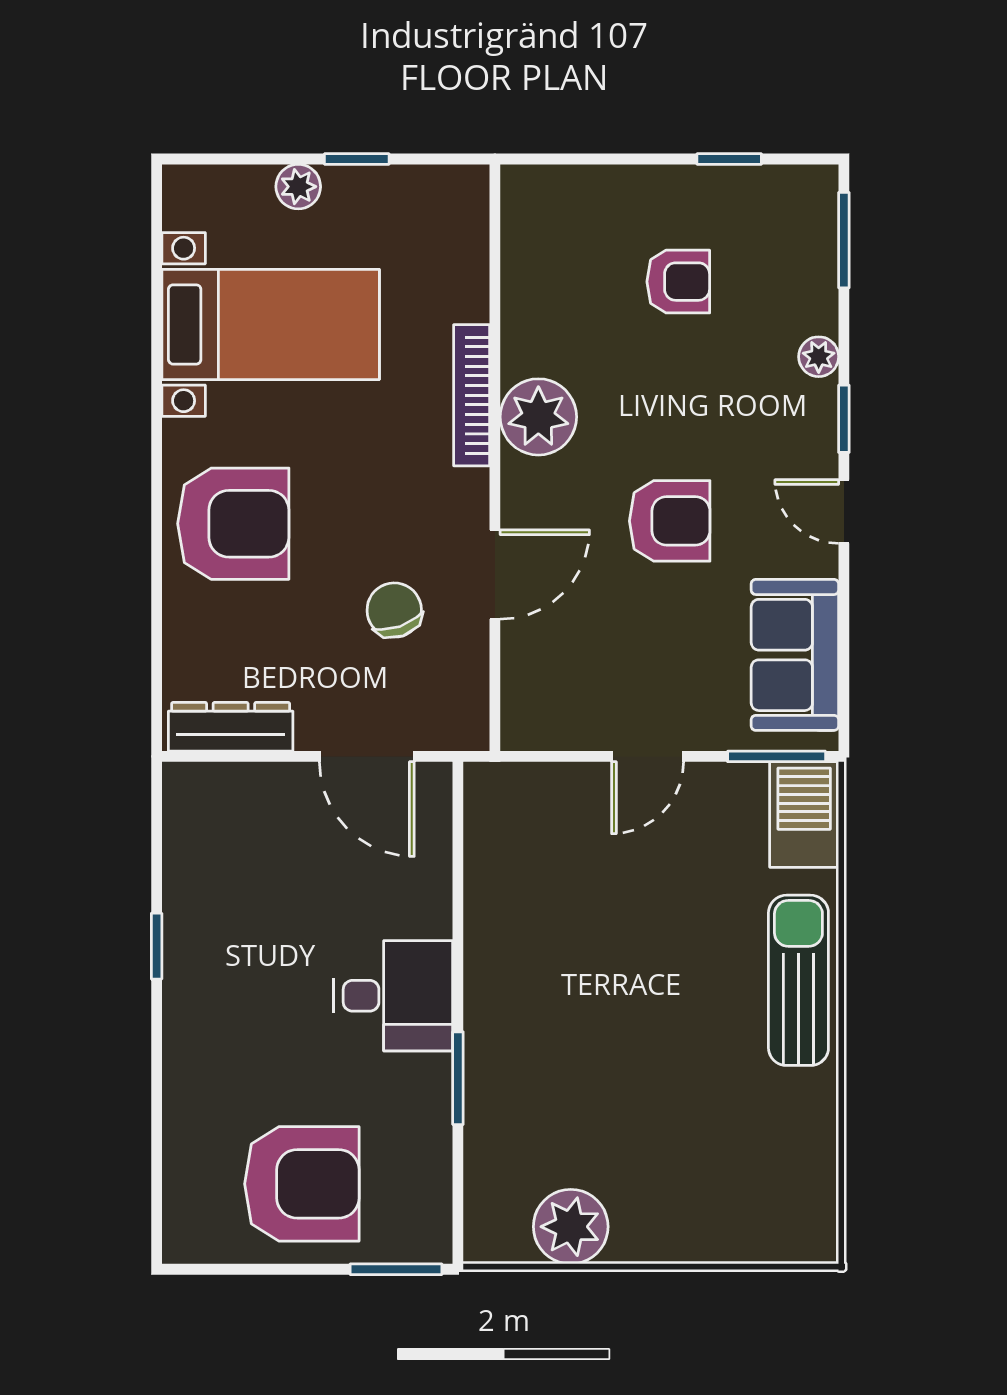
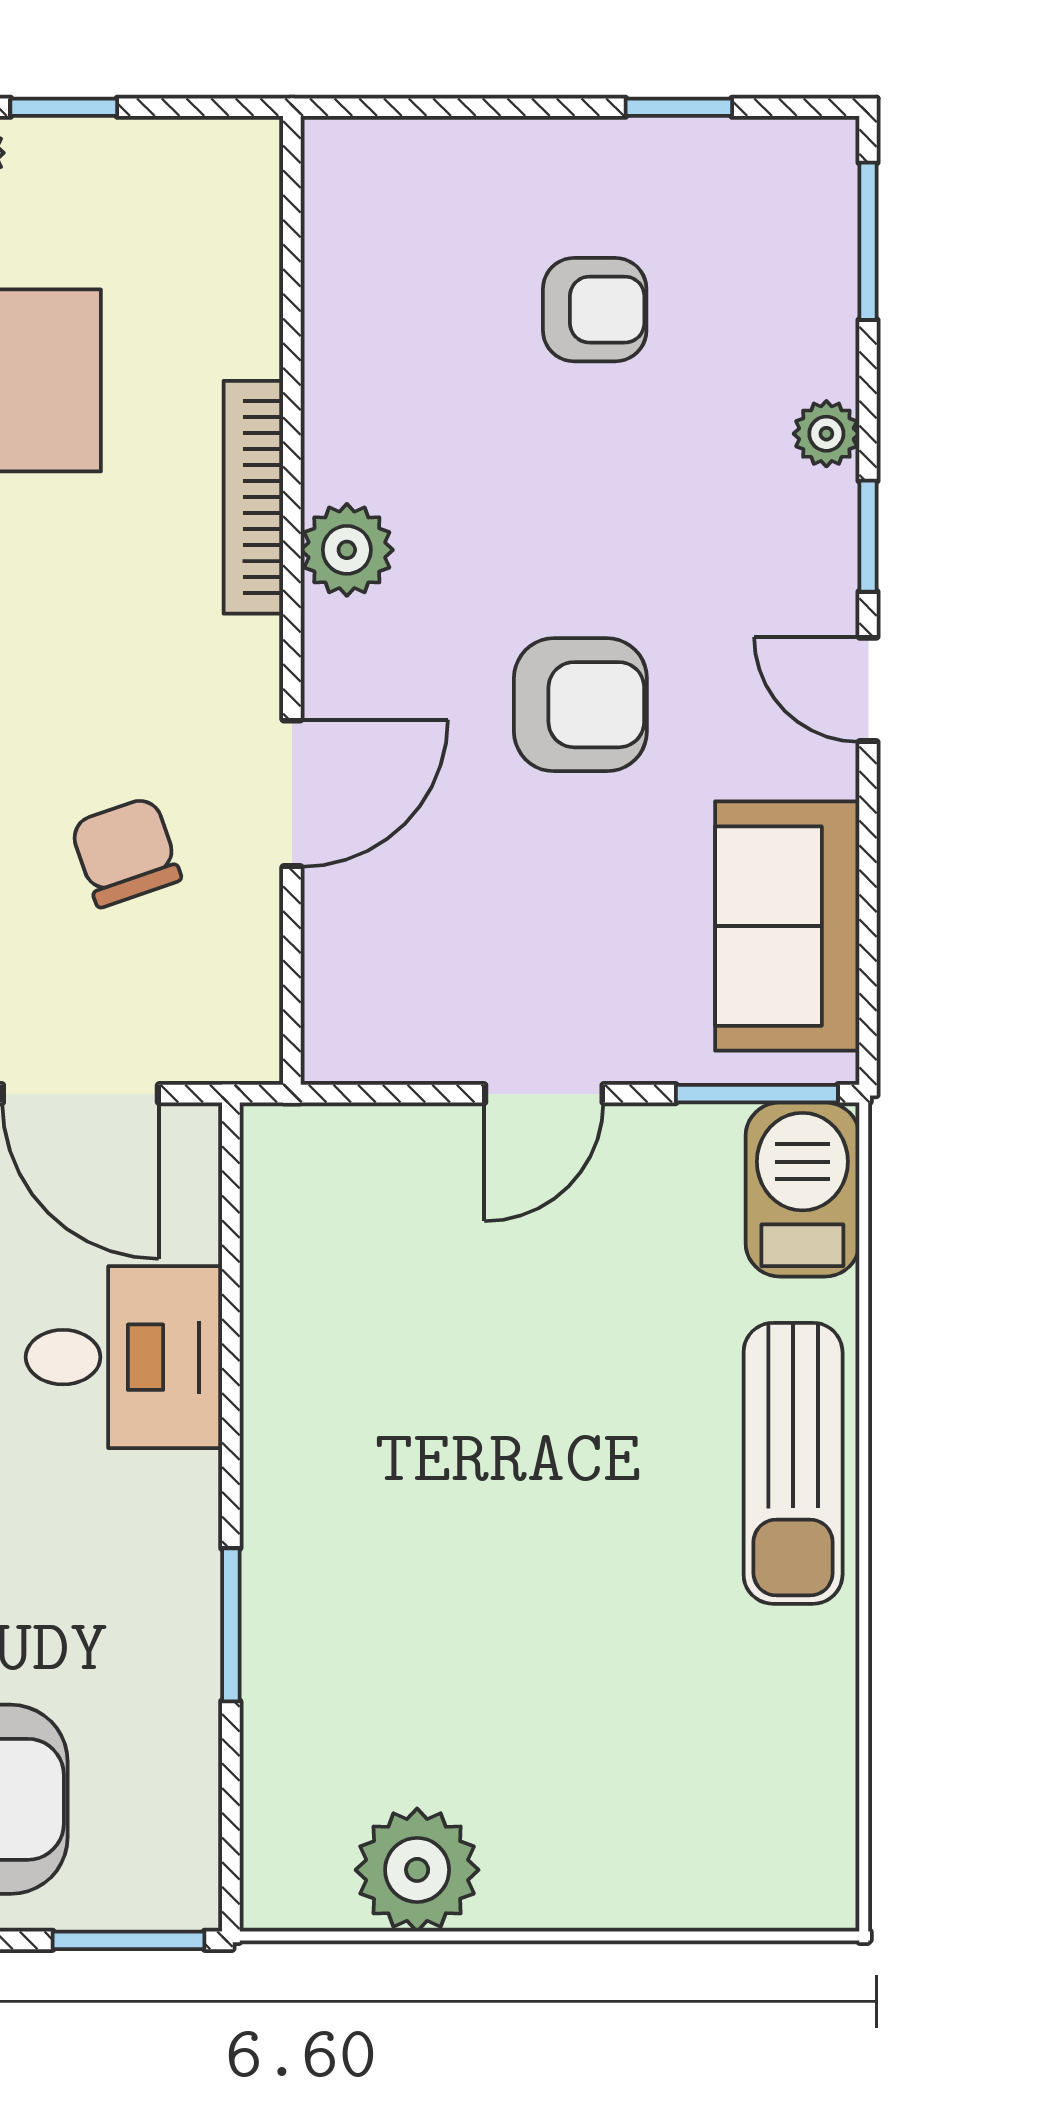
plant: (538, 417) -> (347, 550), width x0.73, depth x0.73
sun lounger: (798, 980) -> (793, 1463), turned 180
desk: (393, 996) -> (124, 1357), moved

